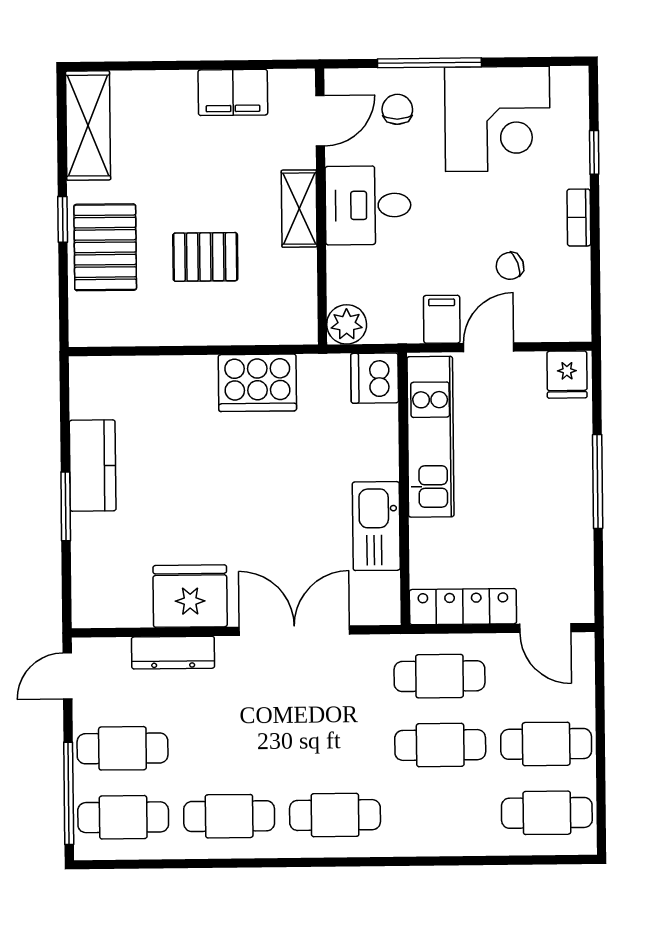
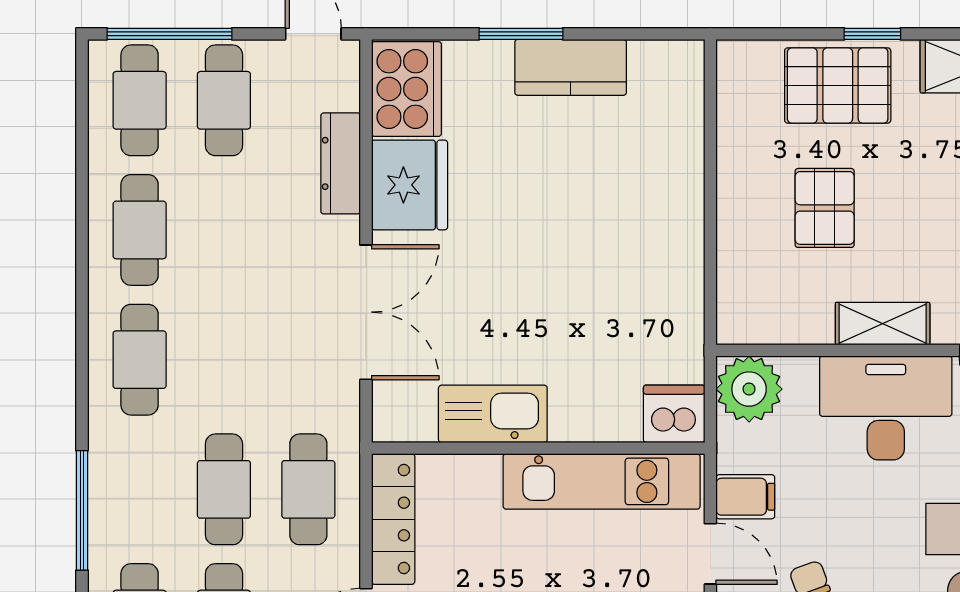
desk: (368, 205) -> (886, 408), width x1.37
plant: (347, 324) -> (749, 389), width x1.36, depth x1.36
cooker: (257, 383) -> (406, 89), moved, turned 180
window: (459, 861) -> (82, 510), added

